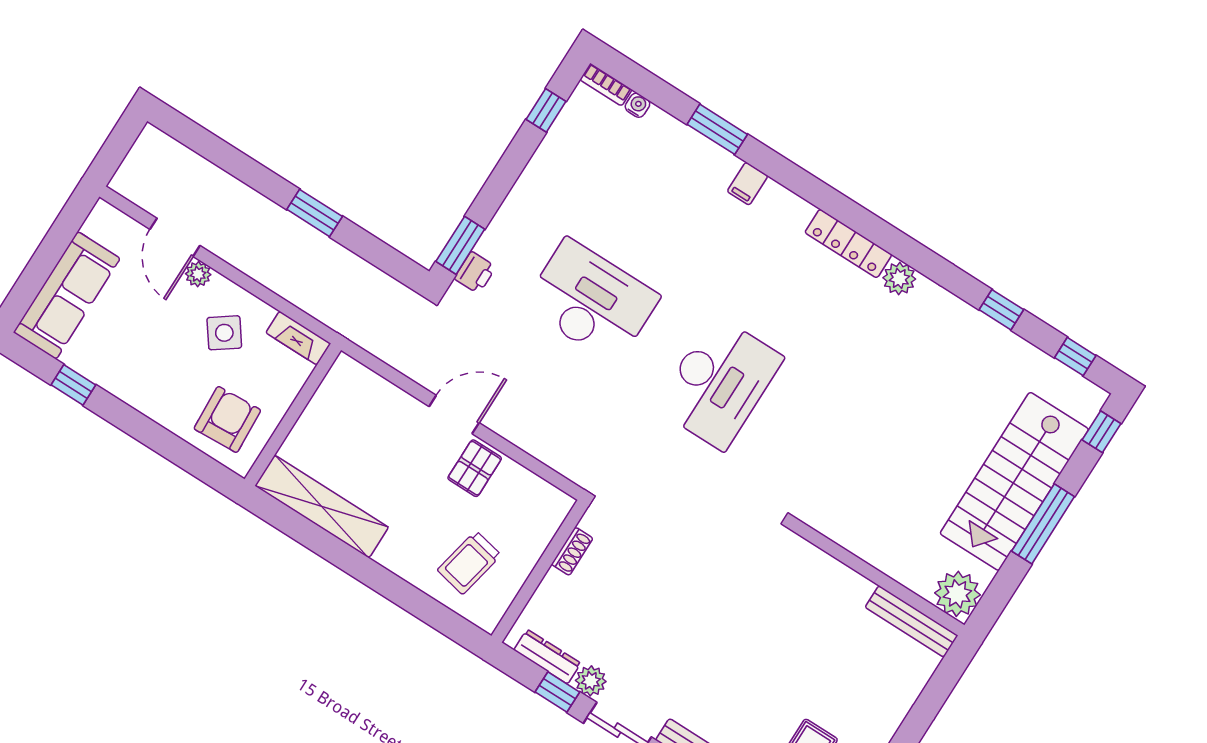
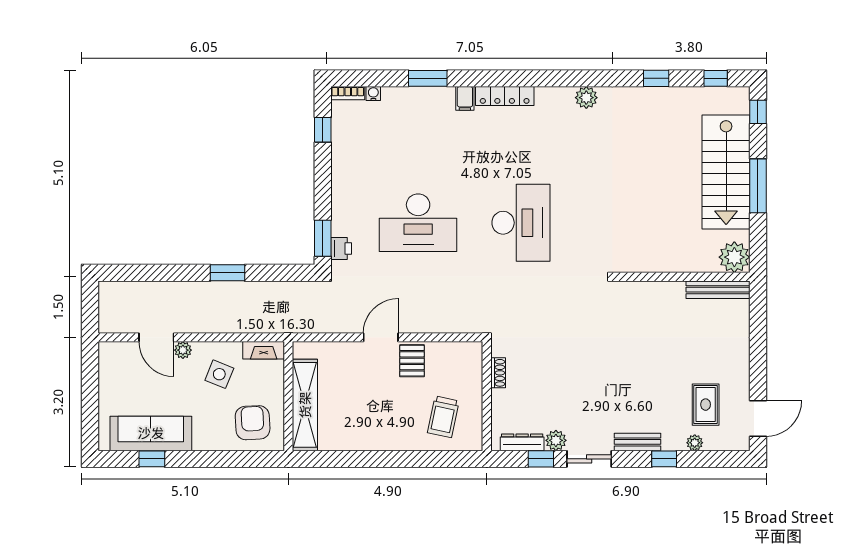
locker: (848, 244) -> (505, 96), moved
sofa: (67, 295) -> (151, 433), moved, turned -90
desk: (591, 301) -> (418, 223), turned 180
side table: (224, 333) -> (219, 374), turned -32
shelving: (322, 506) -> (305, 405), moved, turned 90

